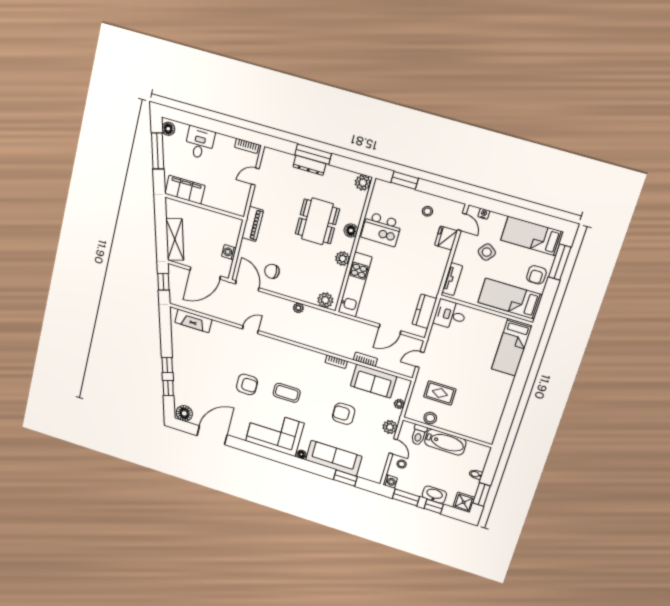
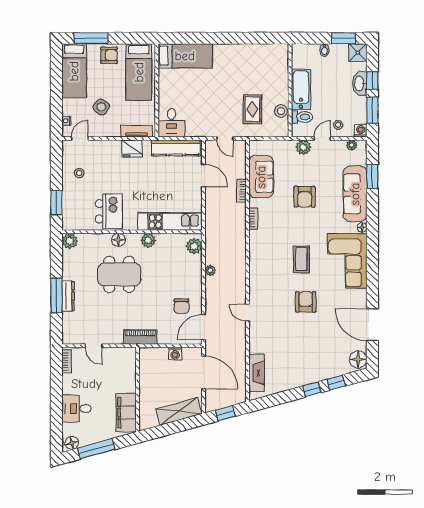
fridge: (446, 238) -> (132, 148), moved
kitchen counter: (424, 311) -> (176, 148), width x1.50
plant: (399, 404) -> (352, 145), moved

